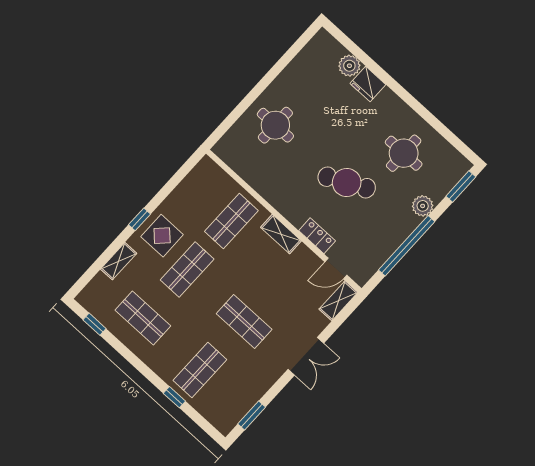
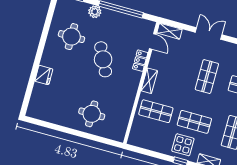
plant: (349, 66) -> (39, 90), removed

